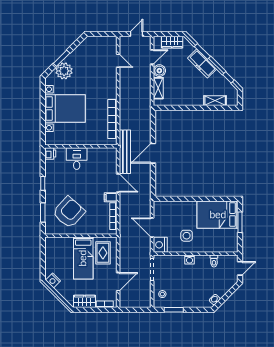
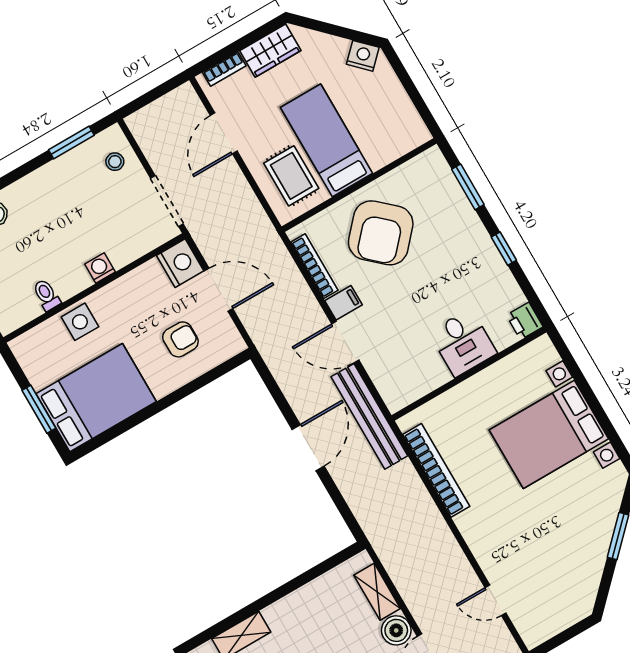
plant: (64, 71) -> (597, 513), removed
armchair: (69, 212) -> (381, 233), moved
armchair: (176, 218) -> (180, 339), added
side table: (187, 236) -> (80, 322), moved

